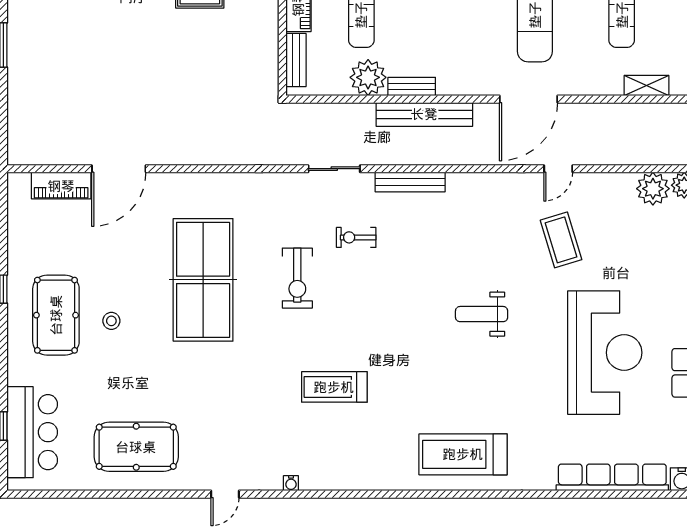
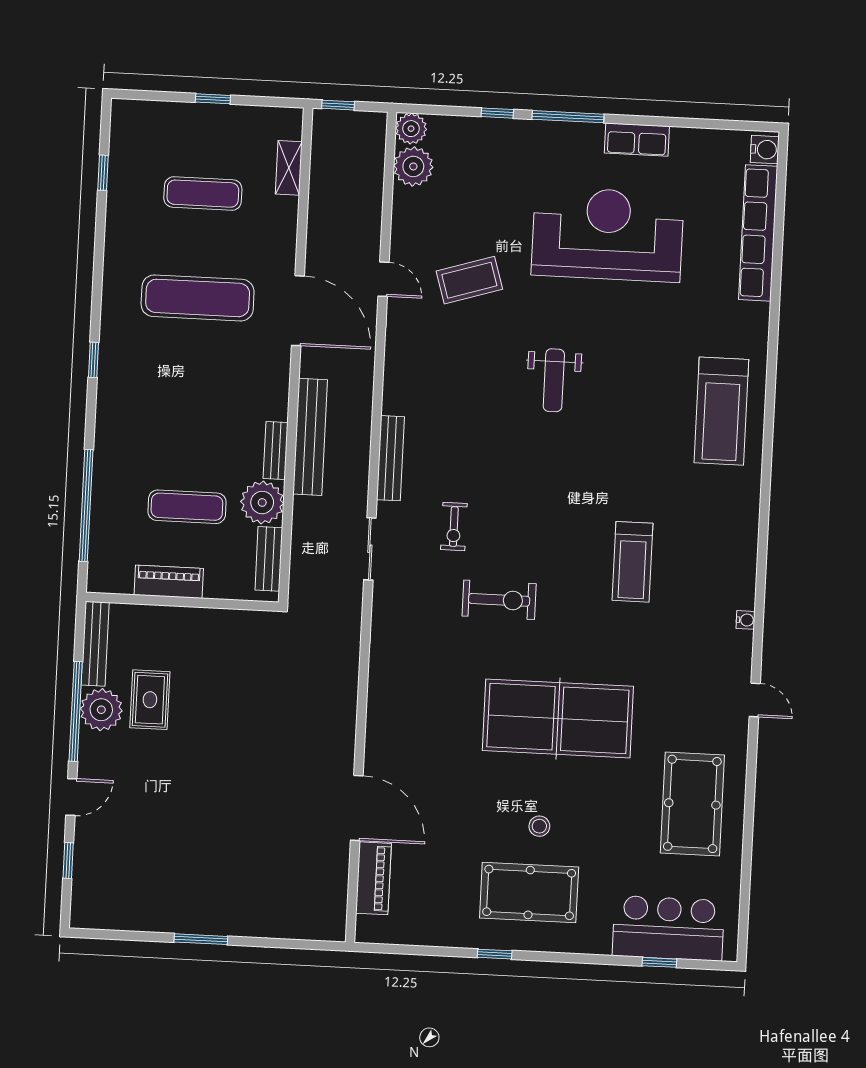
bench: (296, 60) -> (269, 559), moved, turned 90
table tennis table: (203, 280) -> (558, 718), moved

